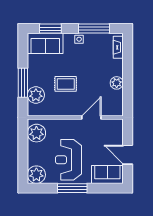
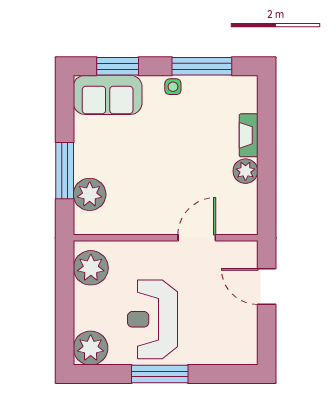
fireplace: (118, 47) -> (249, 135), moved
rug: (66, 84) -> (147, 173), removed
door: (128, 155) -> (267, 286), moved
sofa: (107, 174) -> (227, 348), removed

